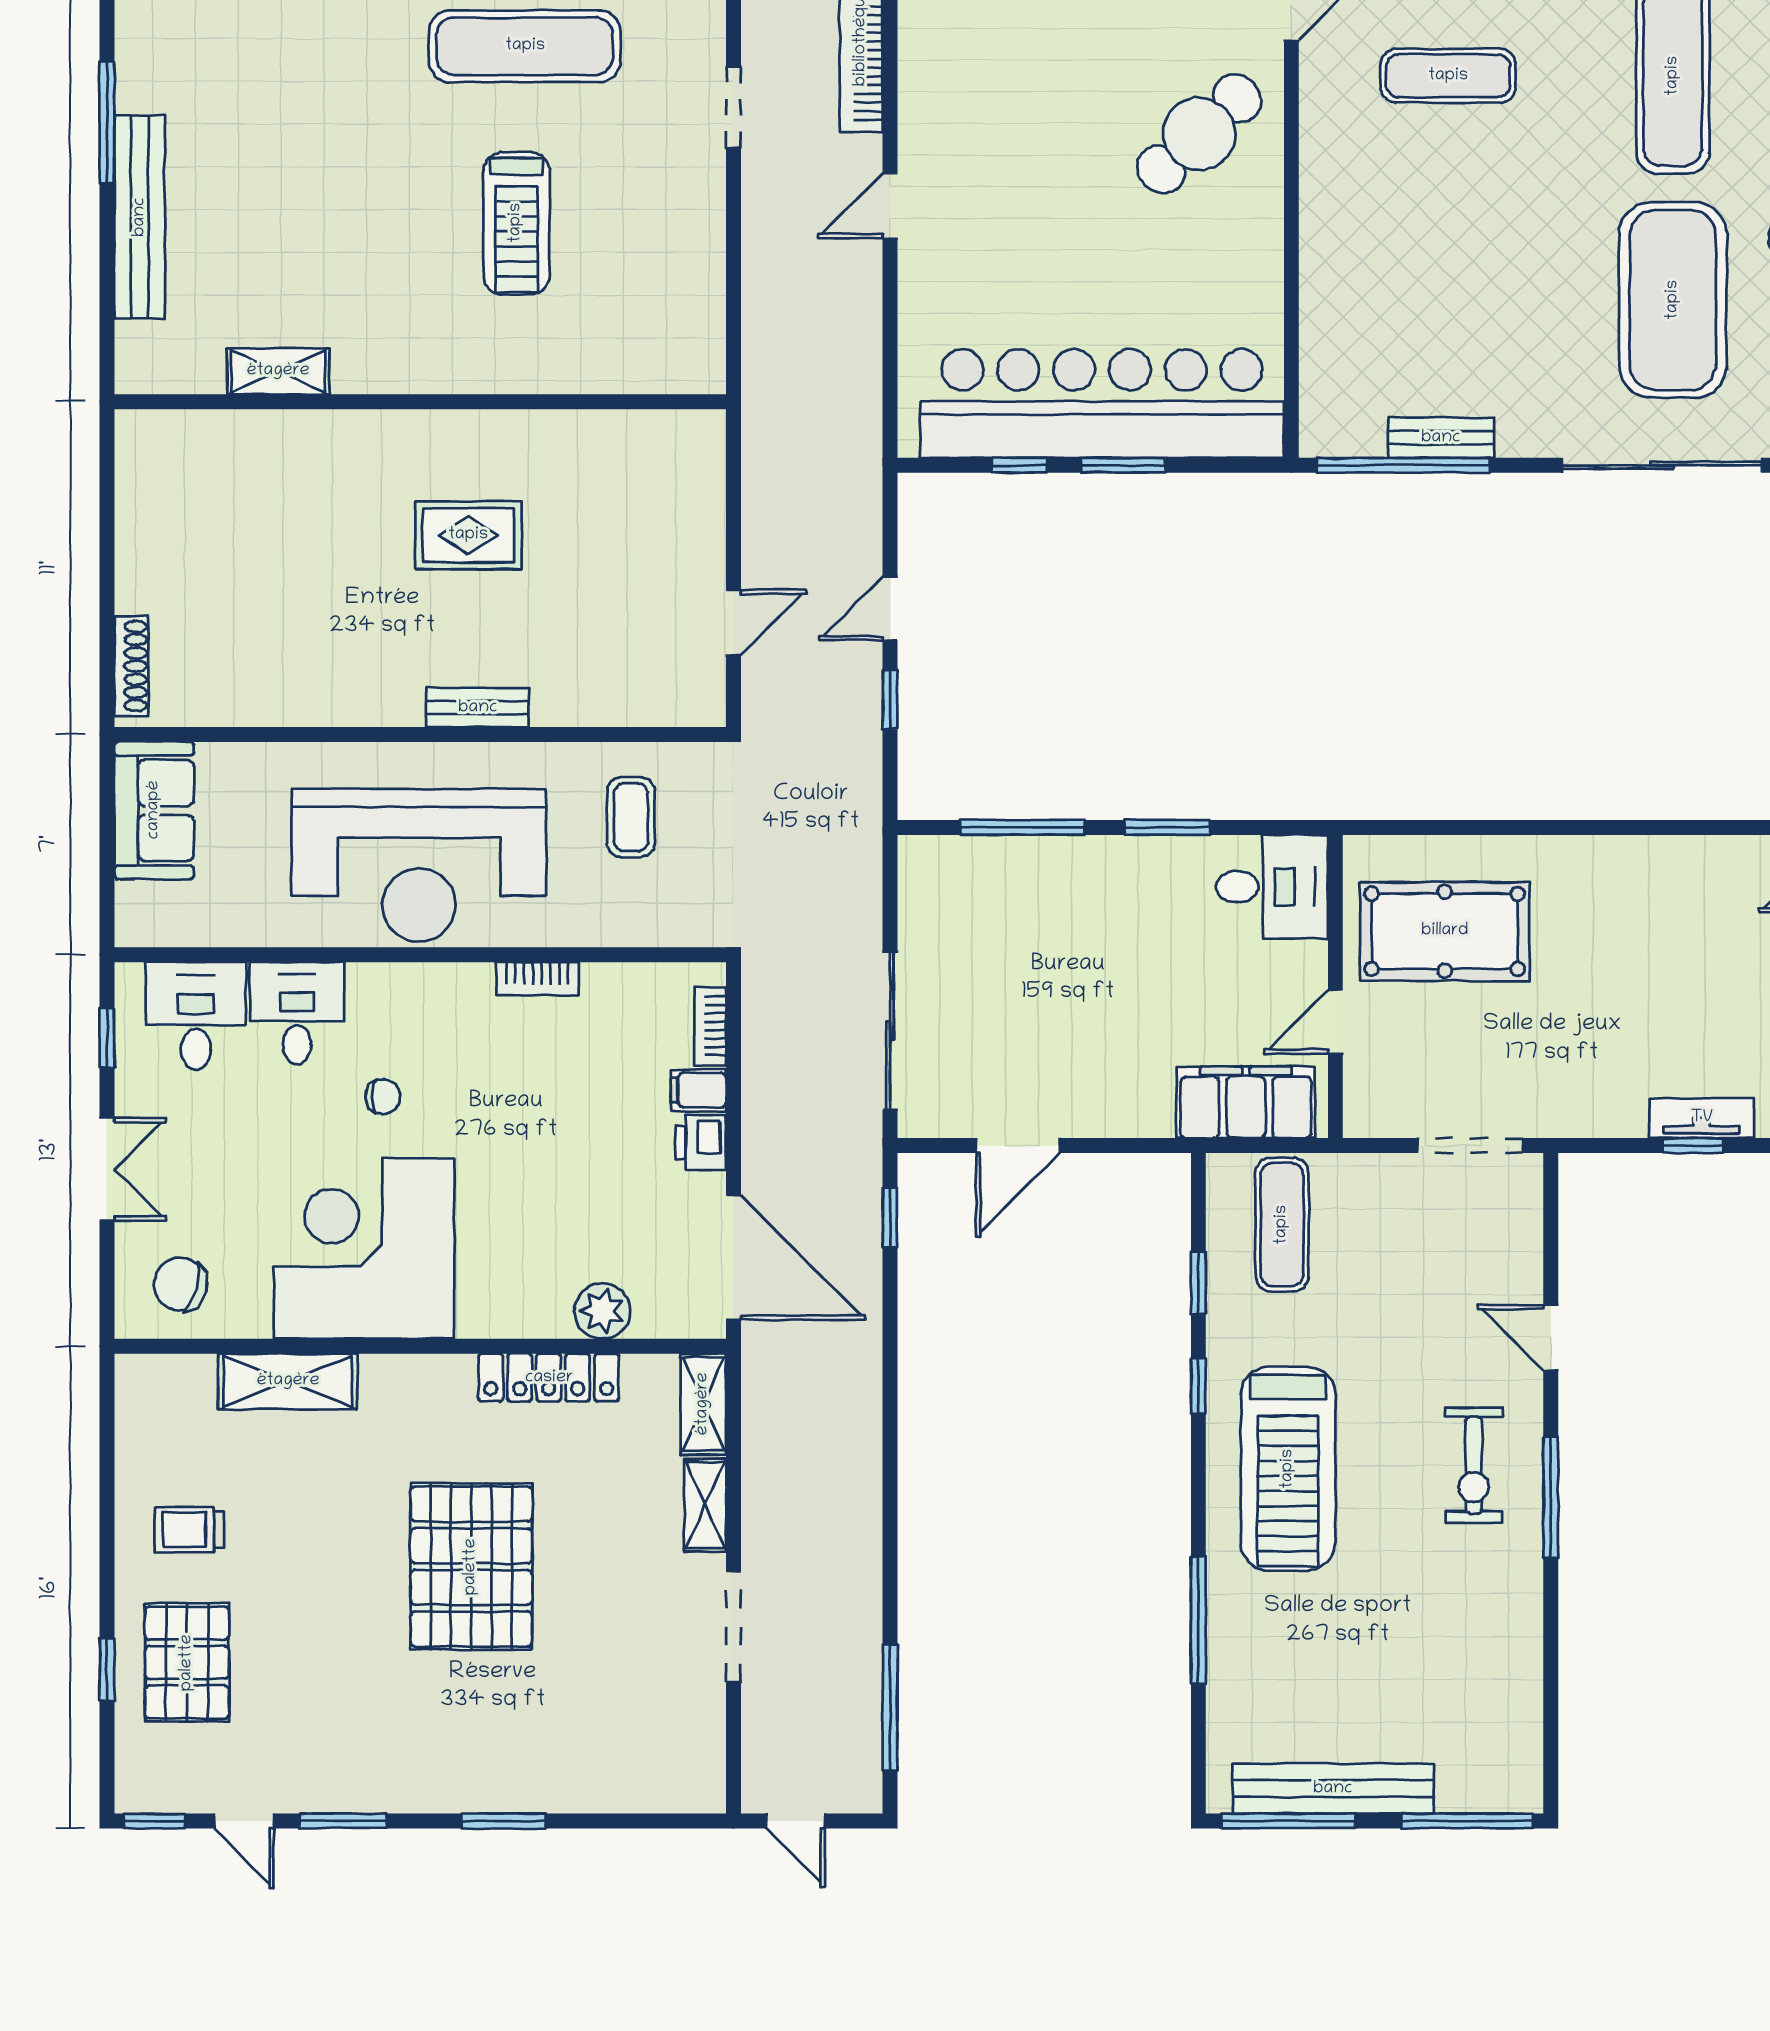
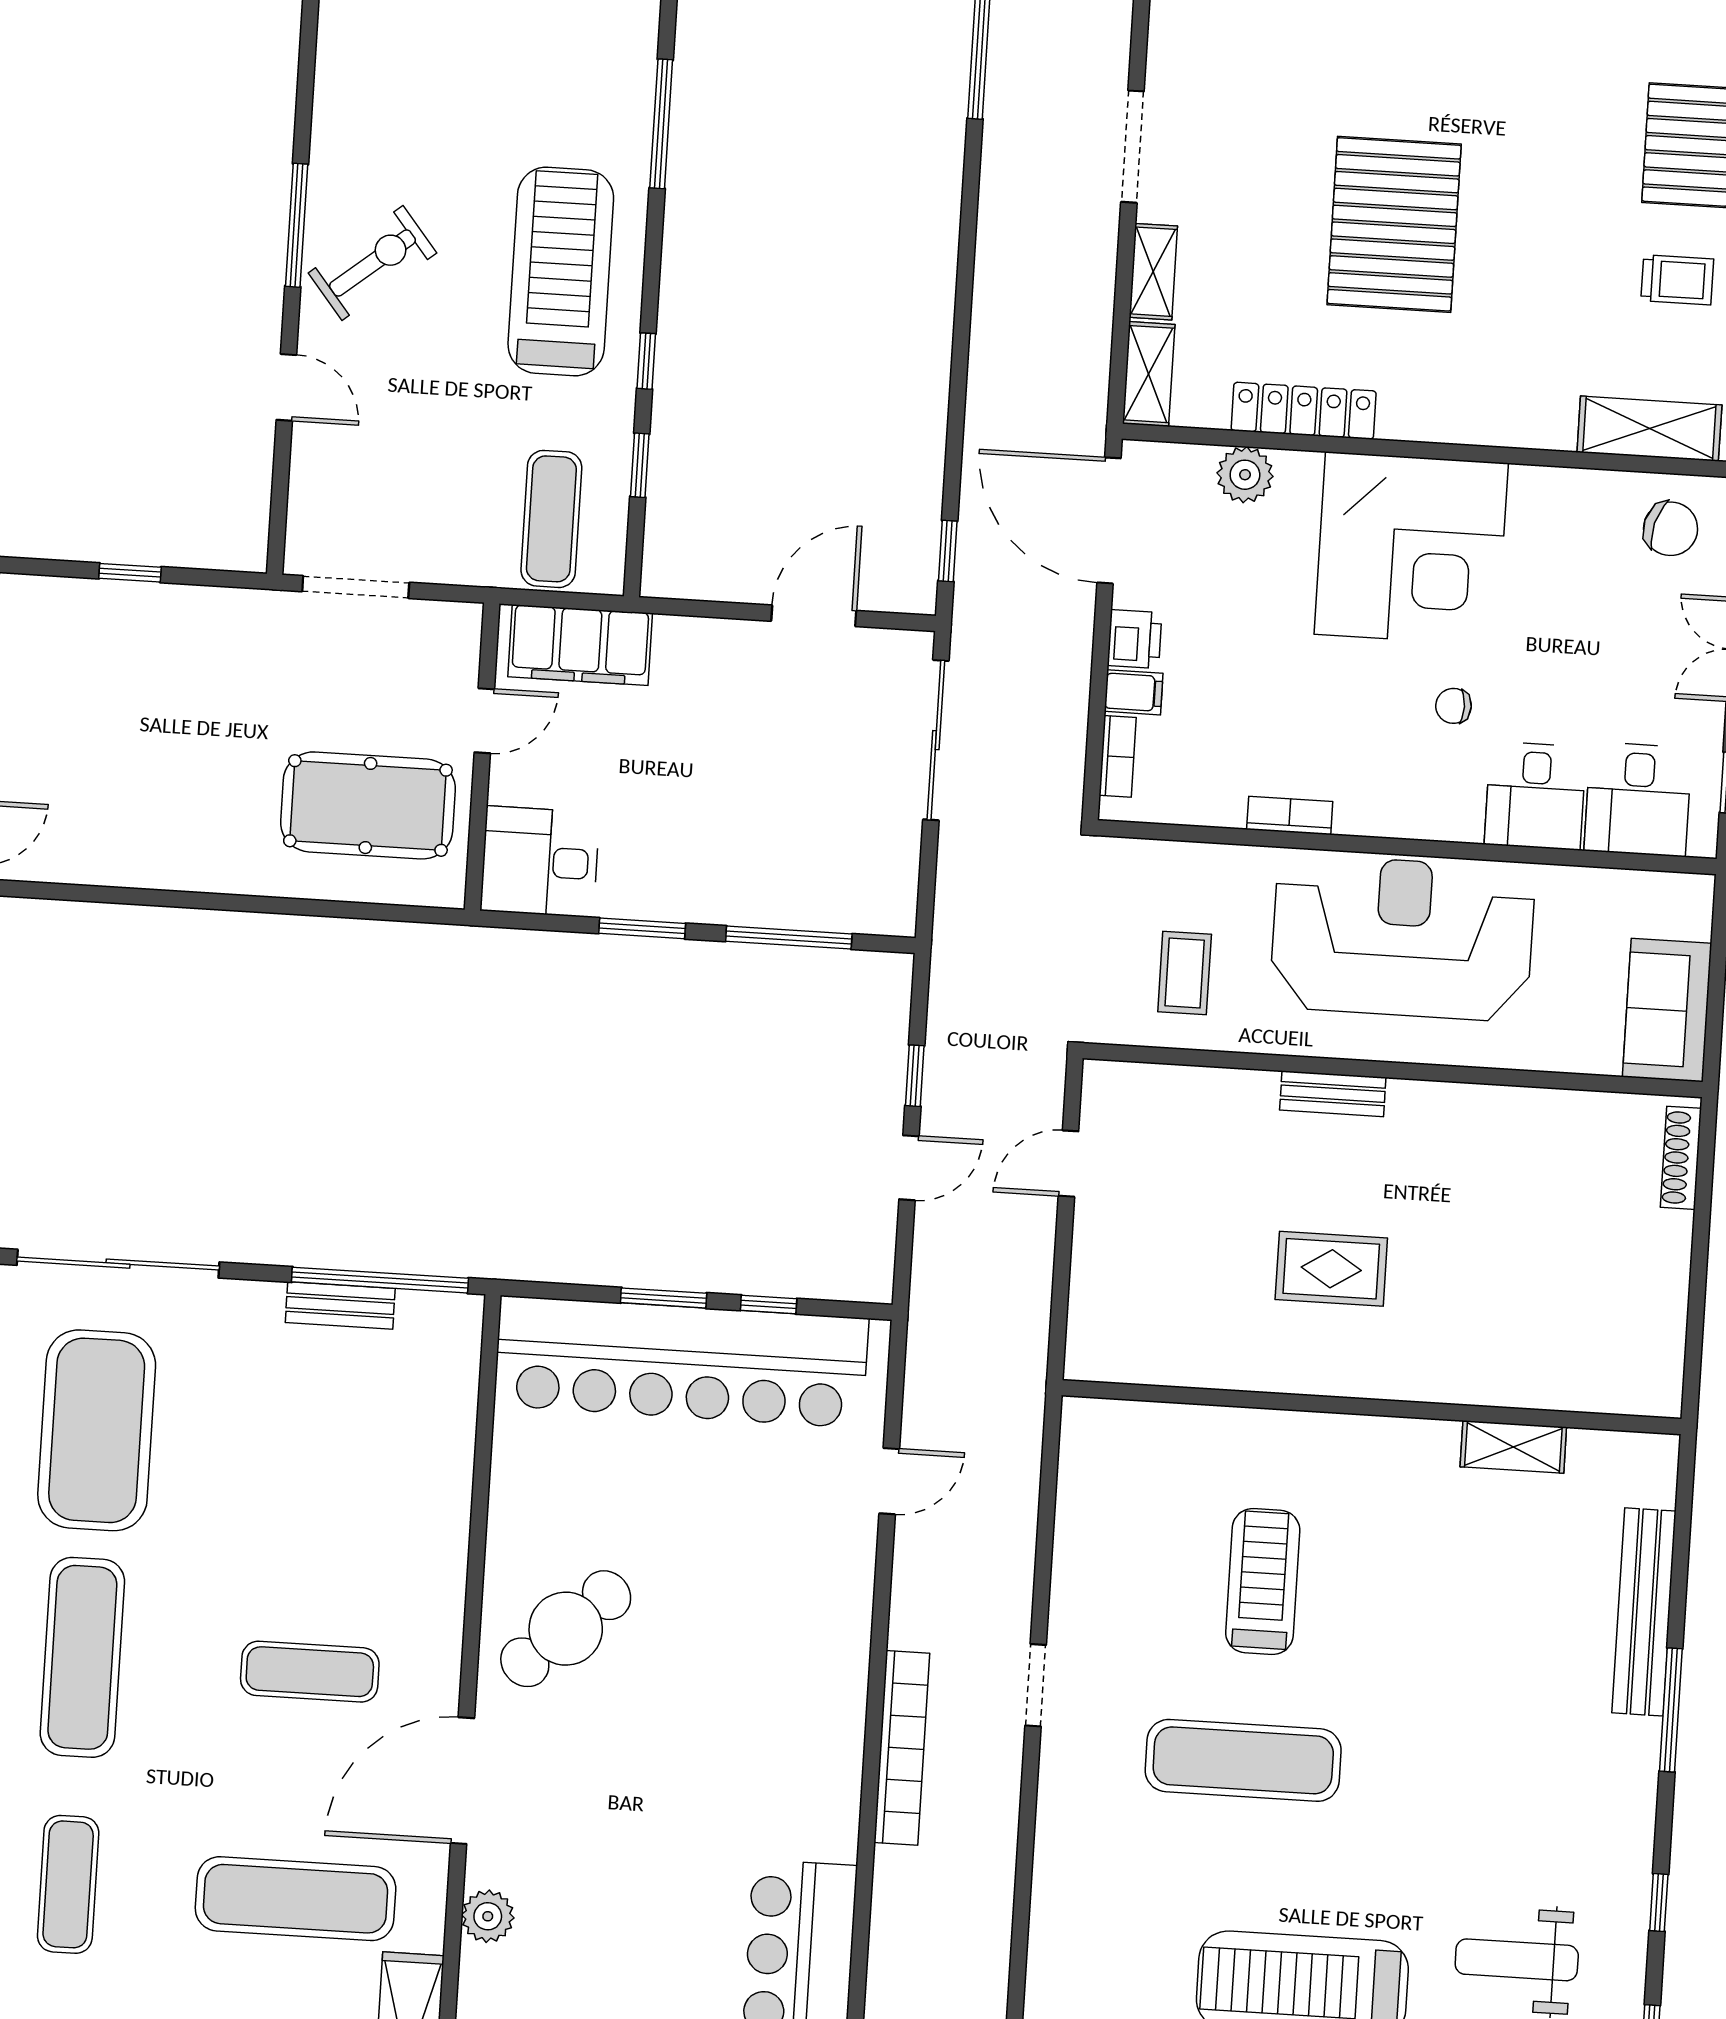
door: (890, 206) -> (889, 1481), moved
tv unit: (1702, 1118) -> (120, 600), removed
corner desk: (364, 1249) -> (1411, 549), moved
shelving: (288, 1381) -> (1649, 429), moved
exercise bike: (1474, 1465) -> (372, 263), turned 51

